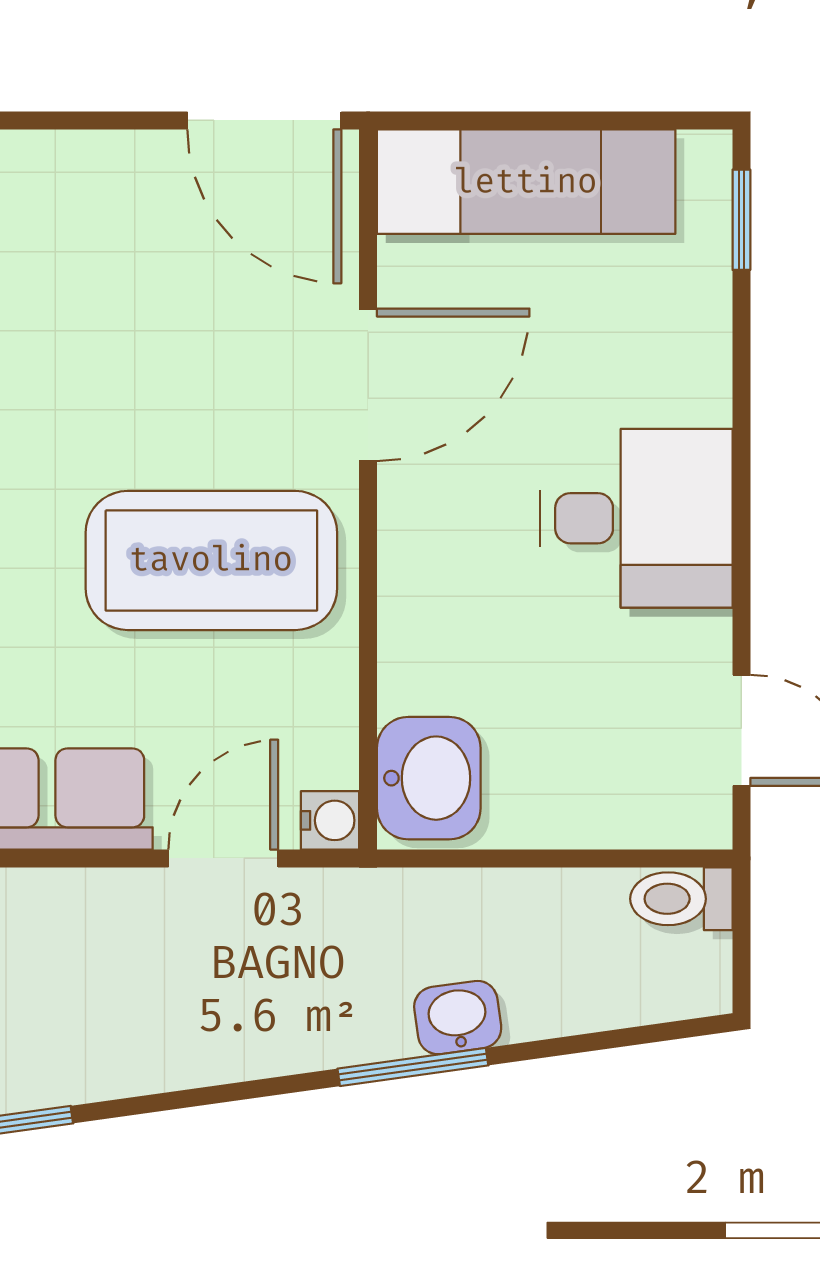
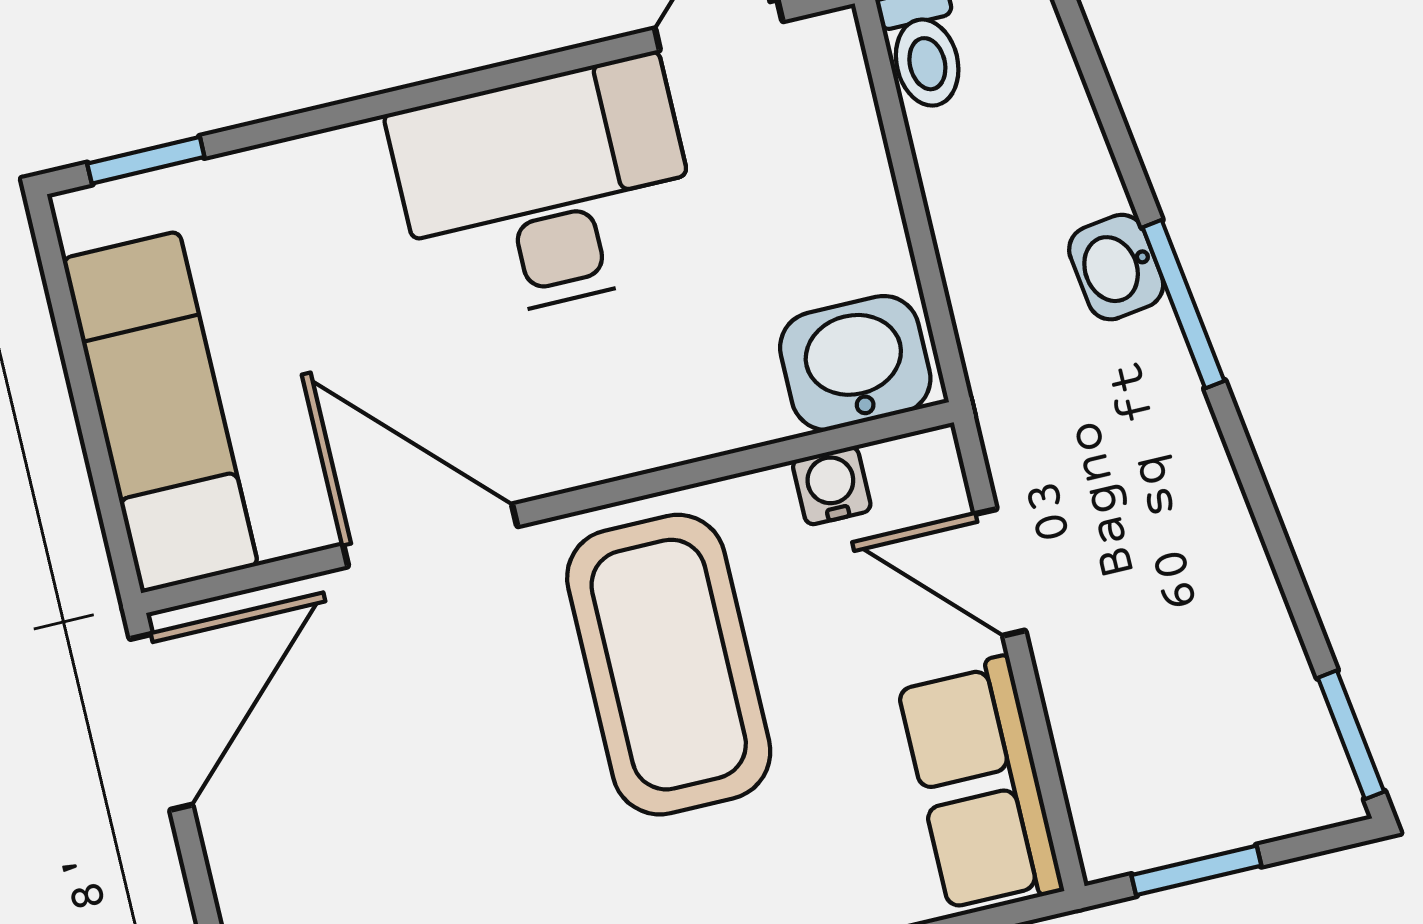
desk: (636, 518) -> (546, 190), width x1.37
water cooler: (330, 820) -> (832, 486), moved

